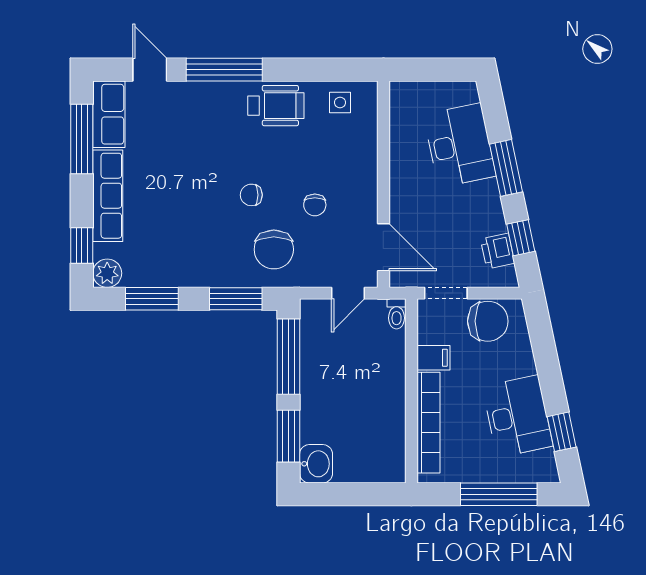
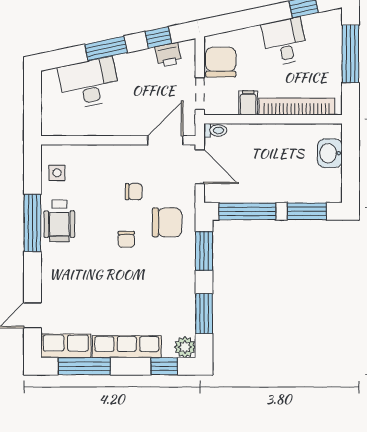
window: (224, 70) -> (32, 223), moved
wheelchair: (276, 106) -> (59, 221), turned 180
door: (348, 293) -> (200, 167), width x1.38
desk: (517, 416) -> (285, 41), width x0.73
washbasin: (316, 464) -> (330, 153), moved, turned -90

